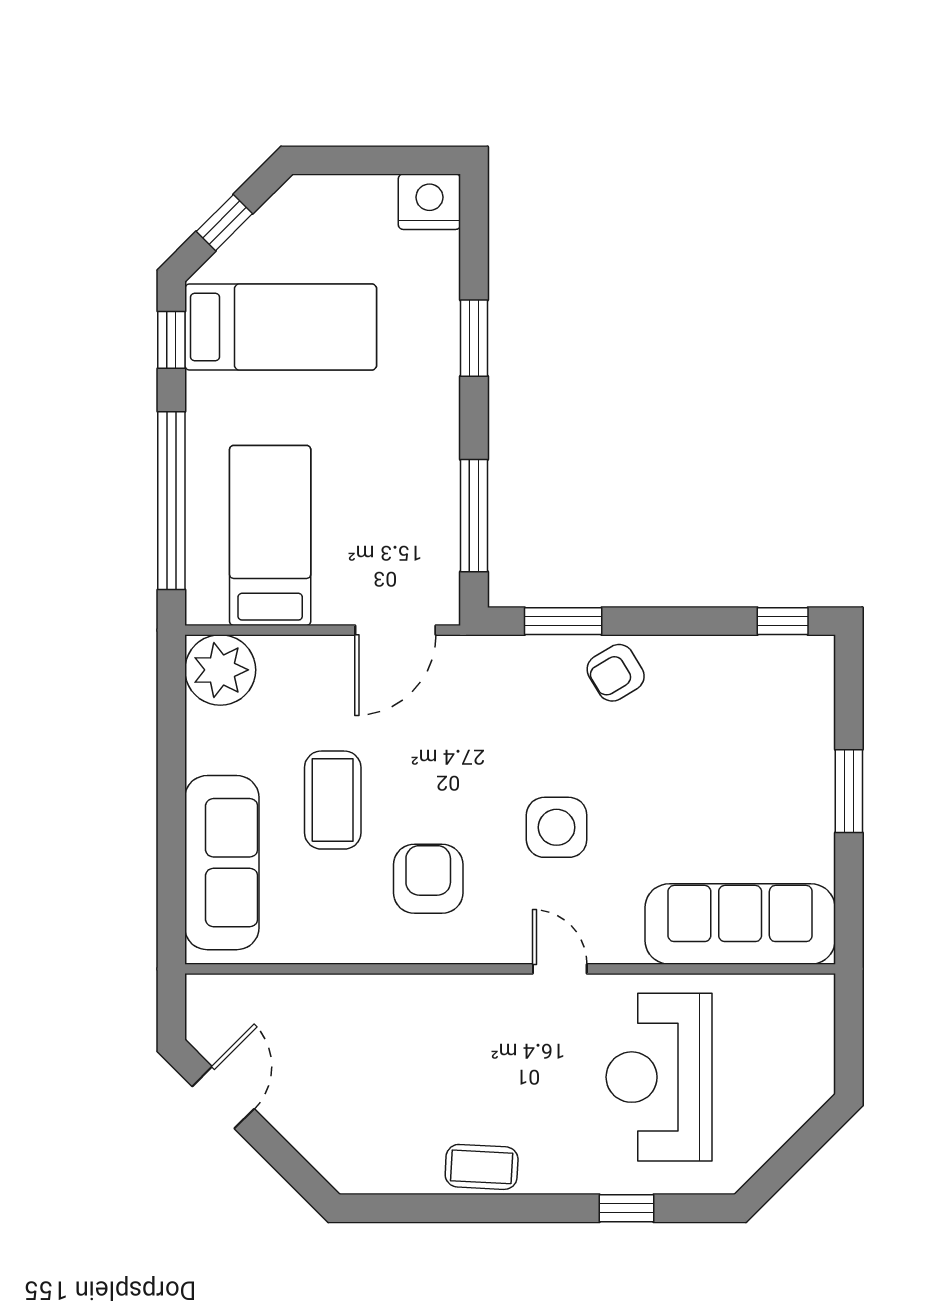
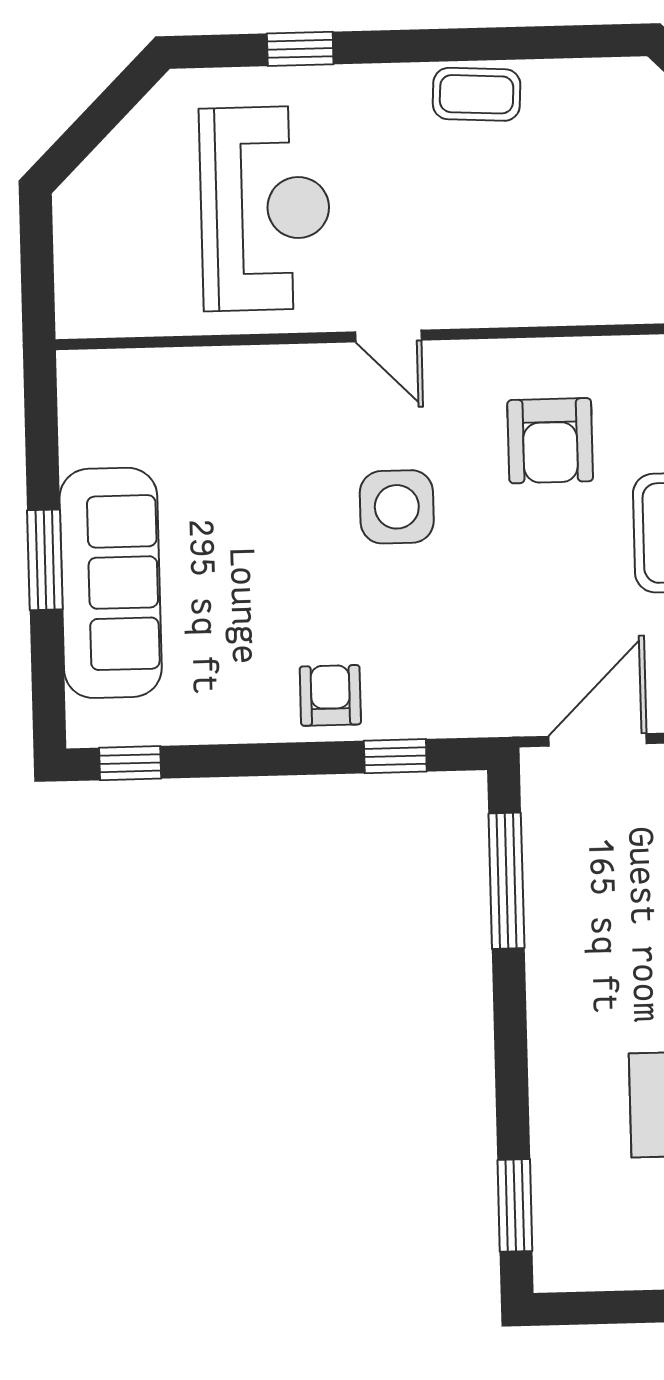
nightstand: (429, 202) -> (570, 1258), removed
window: (474, 338) -> (515, 1205), moved
window: (563, 621) -> (395, 756), width x0.67
armchair: (616, 673) -> (330, 695), turned -59
sofa: (740, 924) -> (111, 583), moved, turned -90

